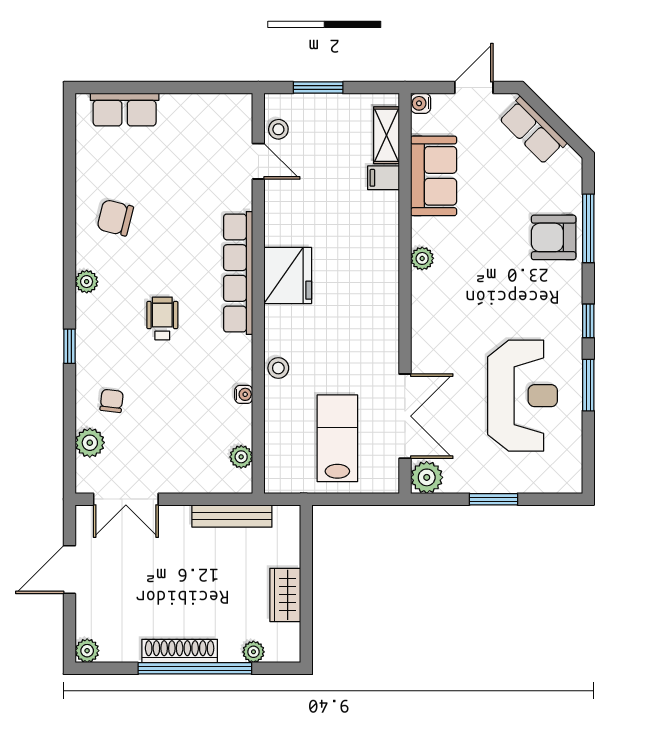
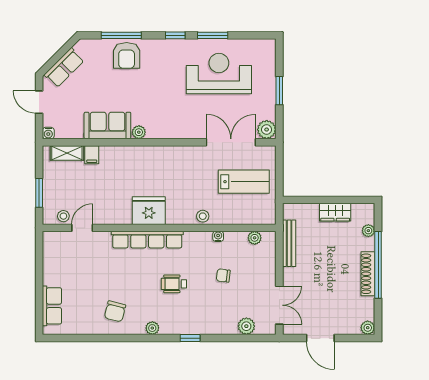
sofa: (434, 176) -> (107, 126), moved
chair: (112, 401) -> (223, 275), moved
lab bench: (337, 438) -> (244, 182), turned 180

